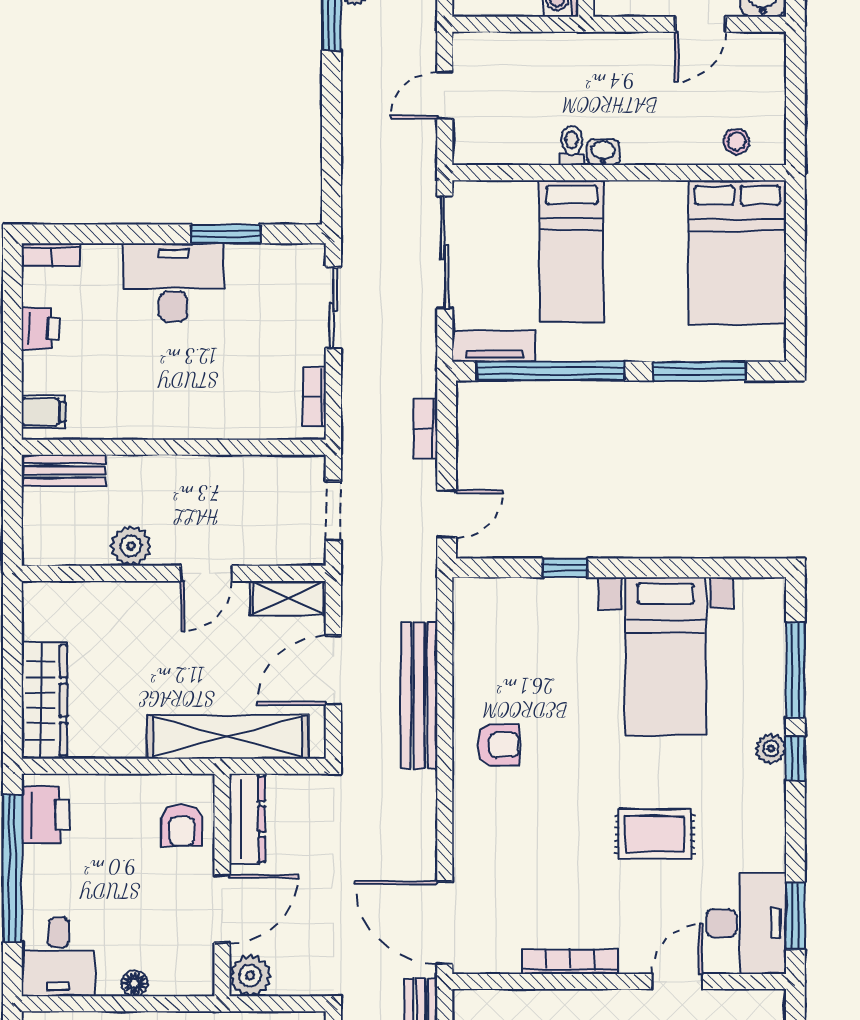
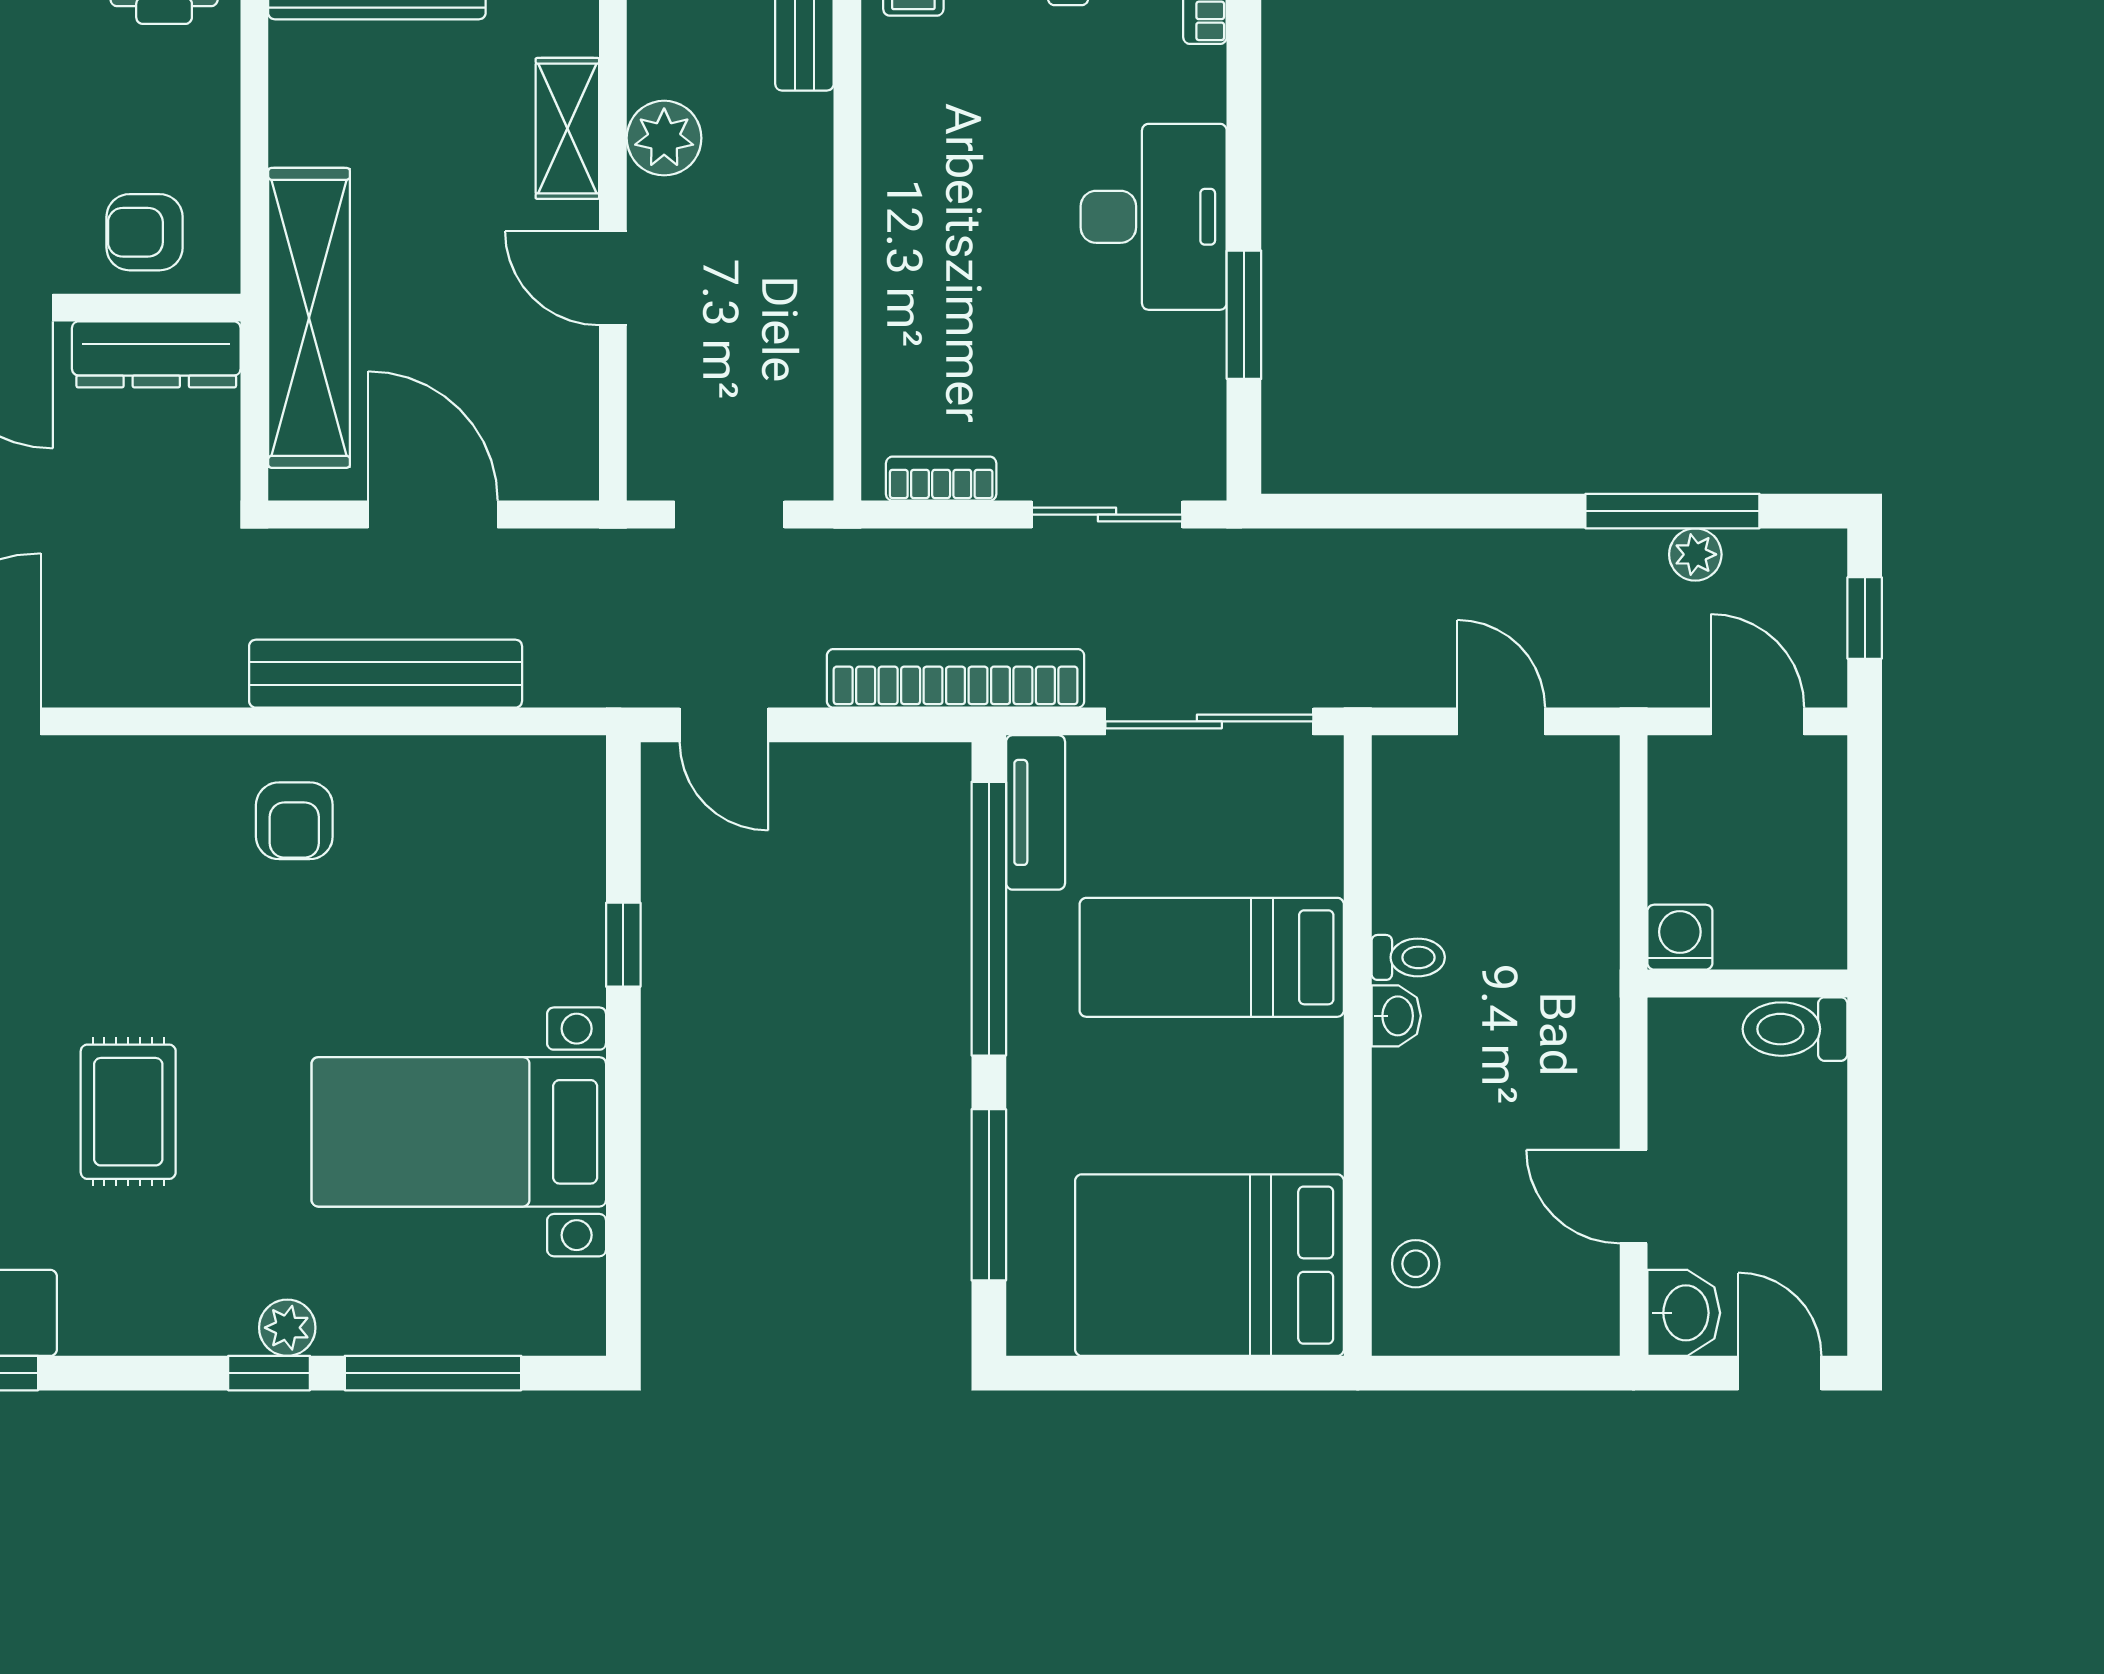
bookcase: (425, 428) -> (956, 678), width x2.31, depth x1.31
shelving: (288, 598) -> (567, 128), moved

